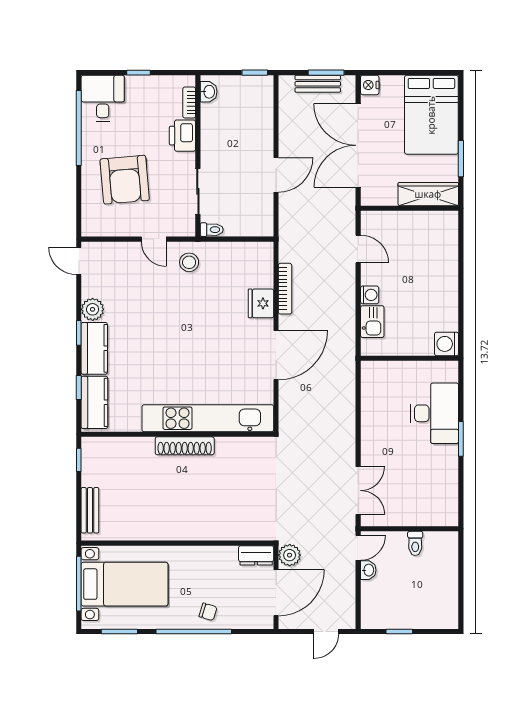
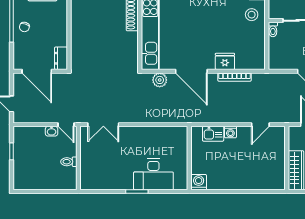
plant: (290, 555) -> (160, 80), moved

